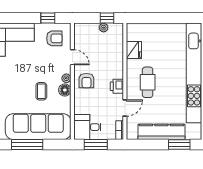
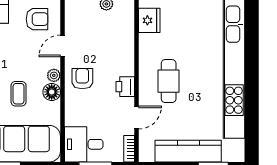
fridge: (134, 50) -> (149, 20), moved
door: (72, 57) -> (62, 46), swing flipped
armchair: (86, 81) -> (82, 79), turned 180

